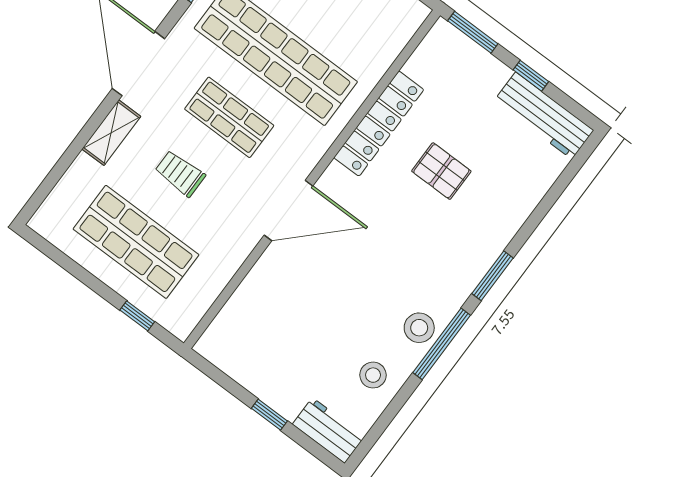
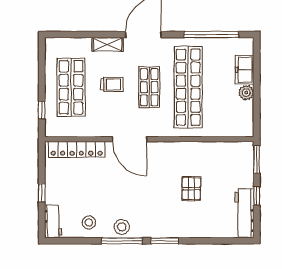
locker: (379, 124) -> (77, 149), moved
trolley: (180, 173) -> (112, 84), turned 90

